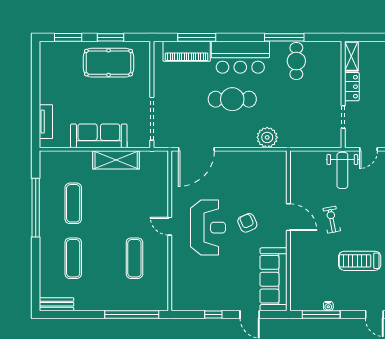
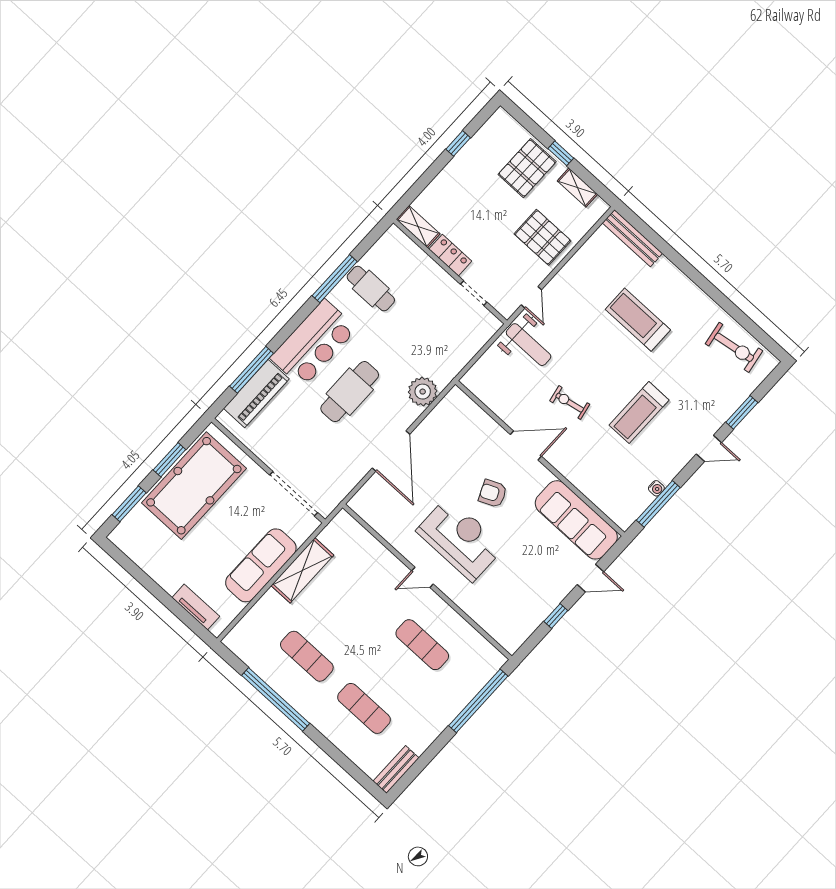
pool table: (109, 63) -> (194, 486), width x1.36, depth x1.32
door: (196, 149) -> (391, 451), moved

